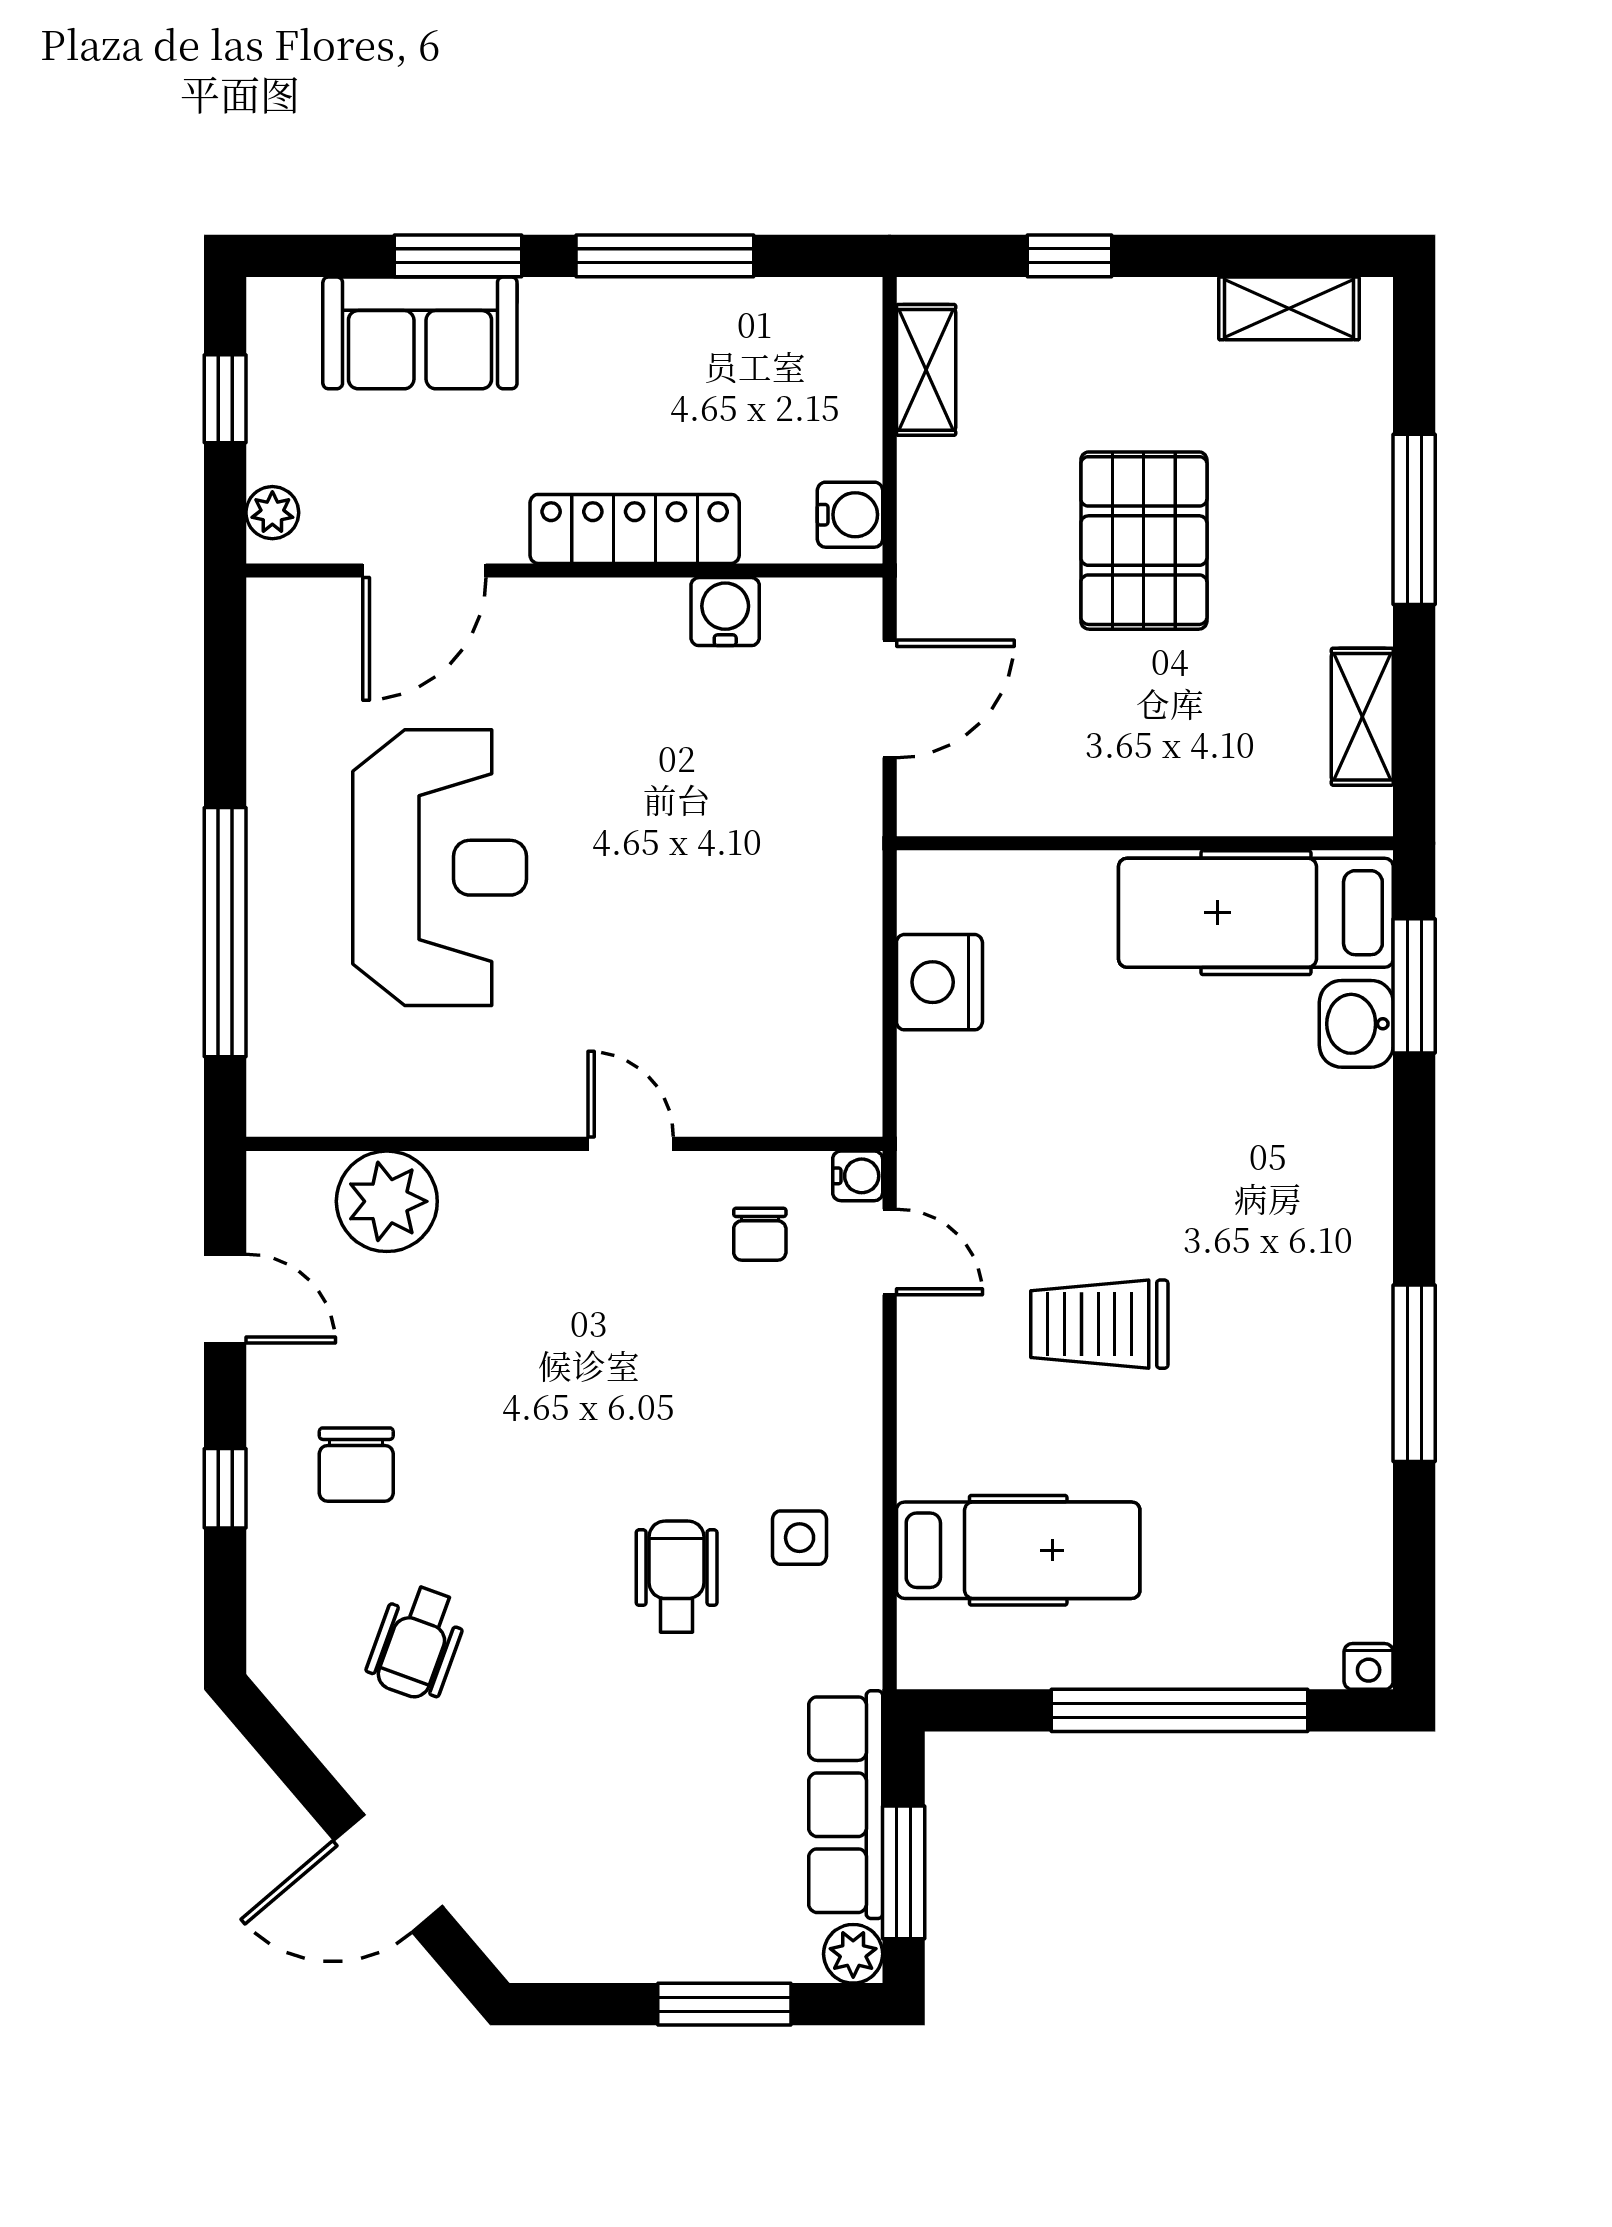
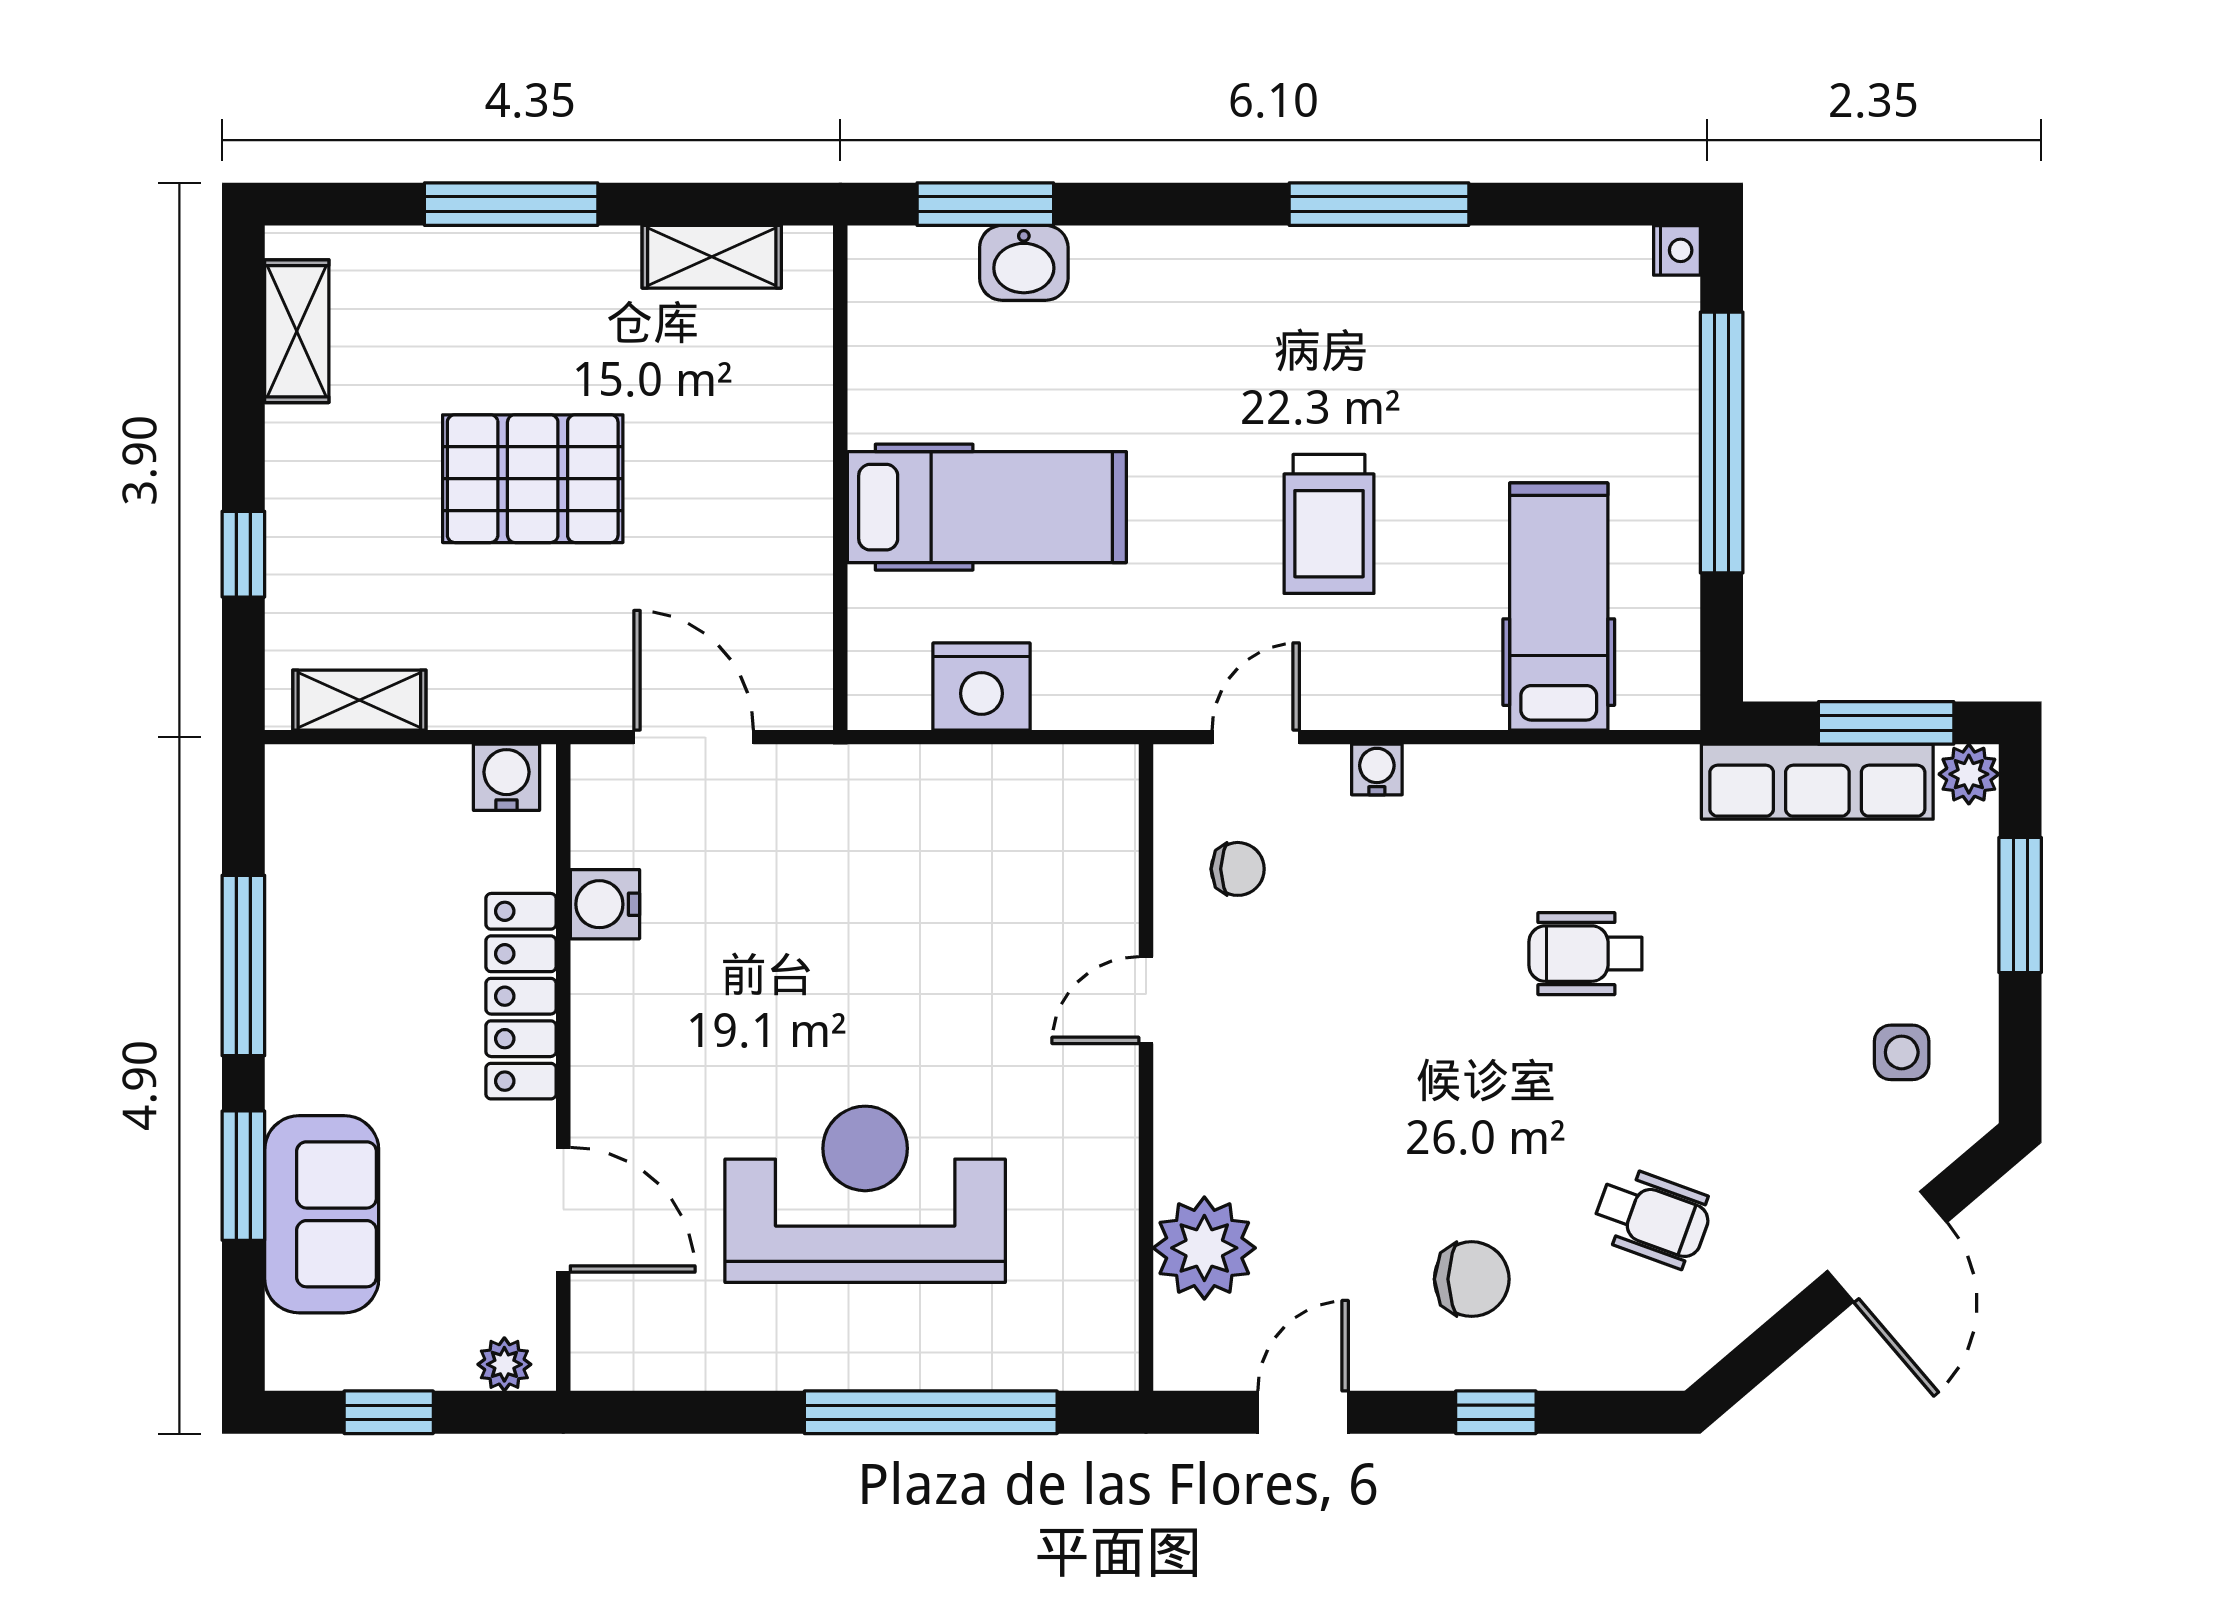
hospital bed: (1256, 913) -> (987, 507), moved, turned -90
water cooler: (858, 1176) -> (1377, 770), moved
side table: (800, 1538) -> (1902, 1052), moved

